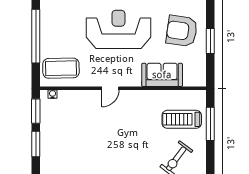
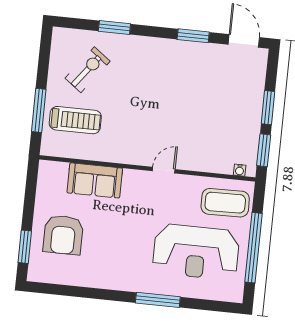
reception desk: (118, 29) -> (196, 252), moved
armchair: (182, 31) -> (63, 235), turned 82
window: (210, 41) -> (25, 247), moved

